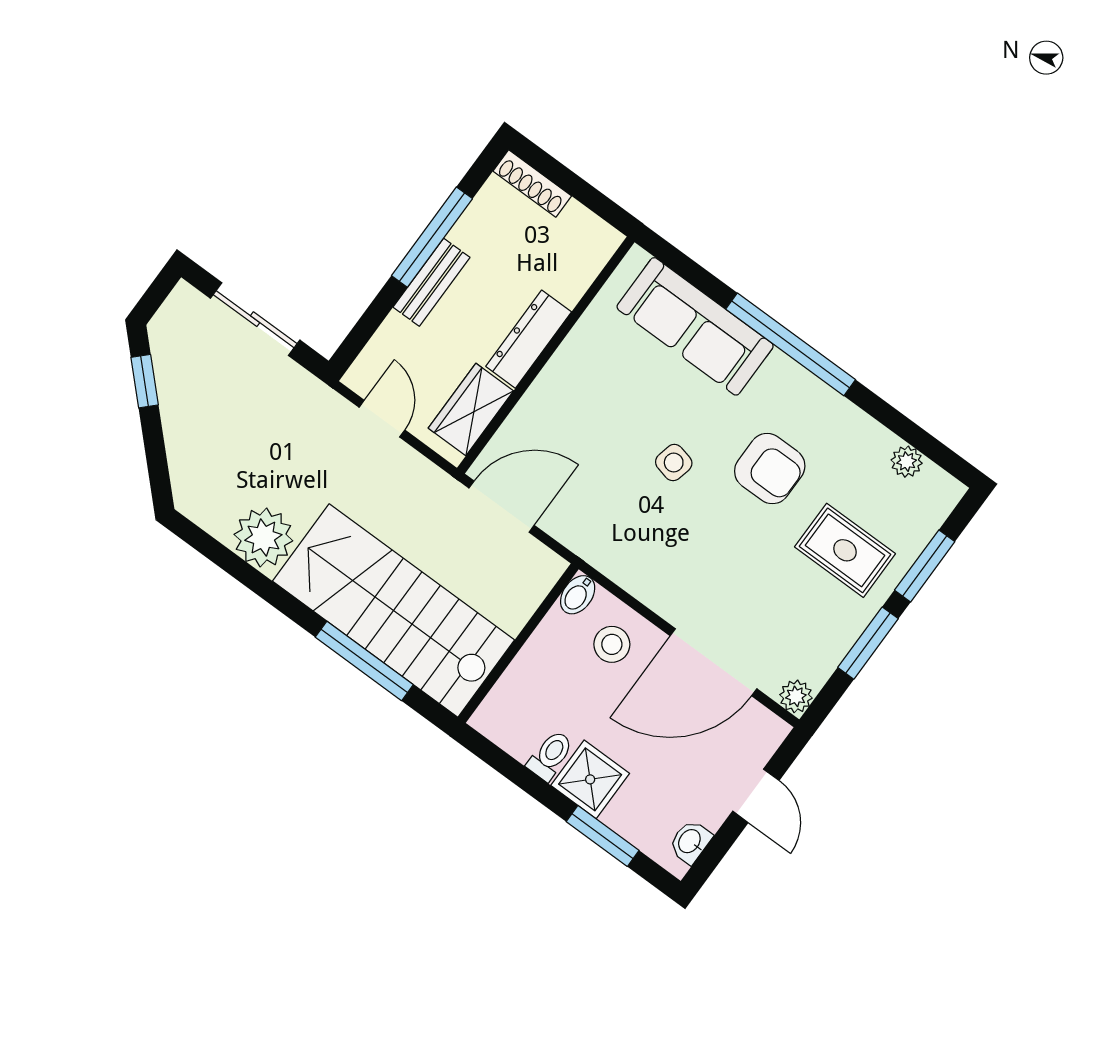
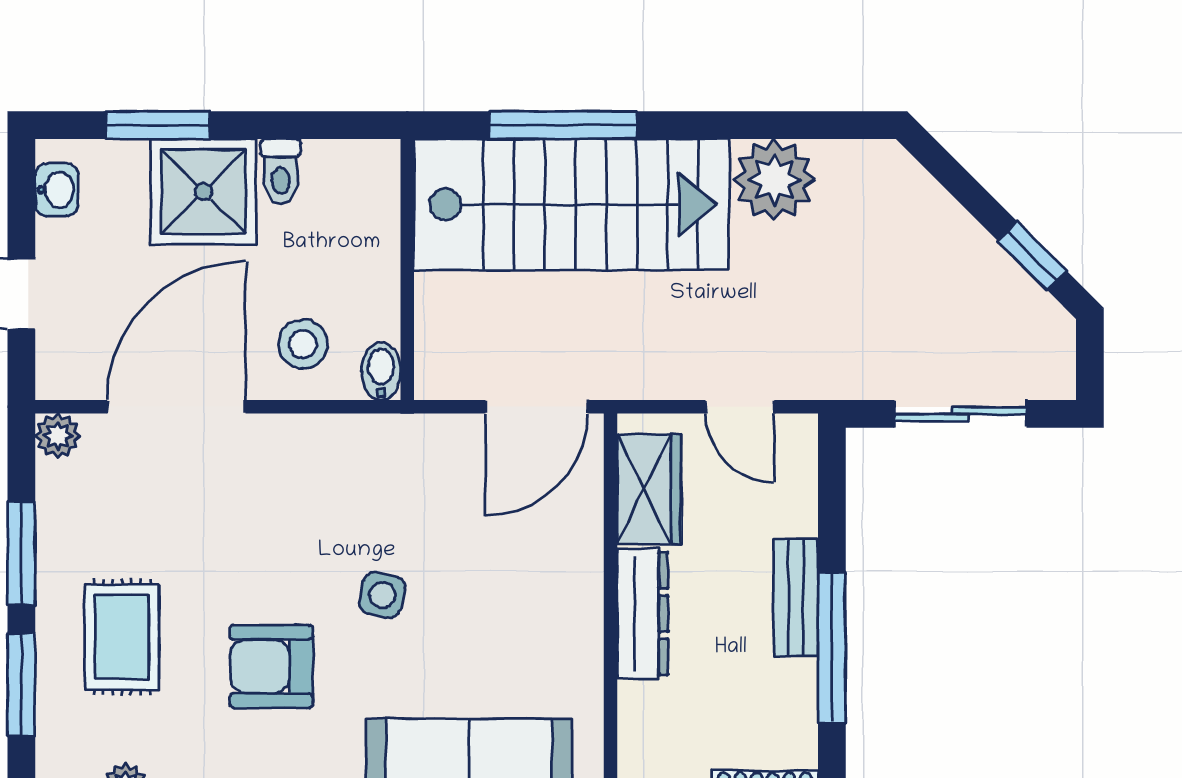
rug: (845, 550) -> (122, 637), turned 90
shower: (590, 779) -> (203, 192), width x1.36, depth x1.36

